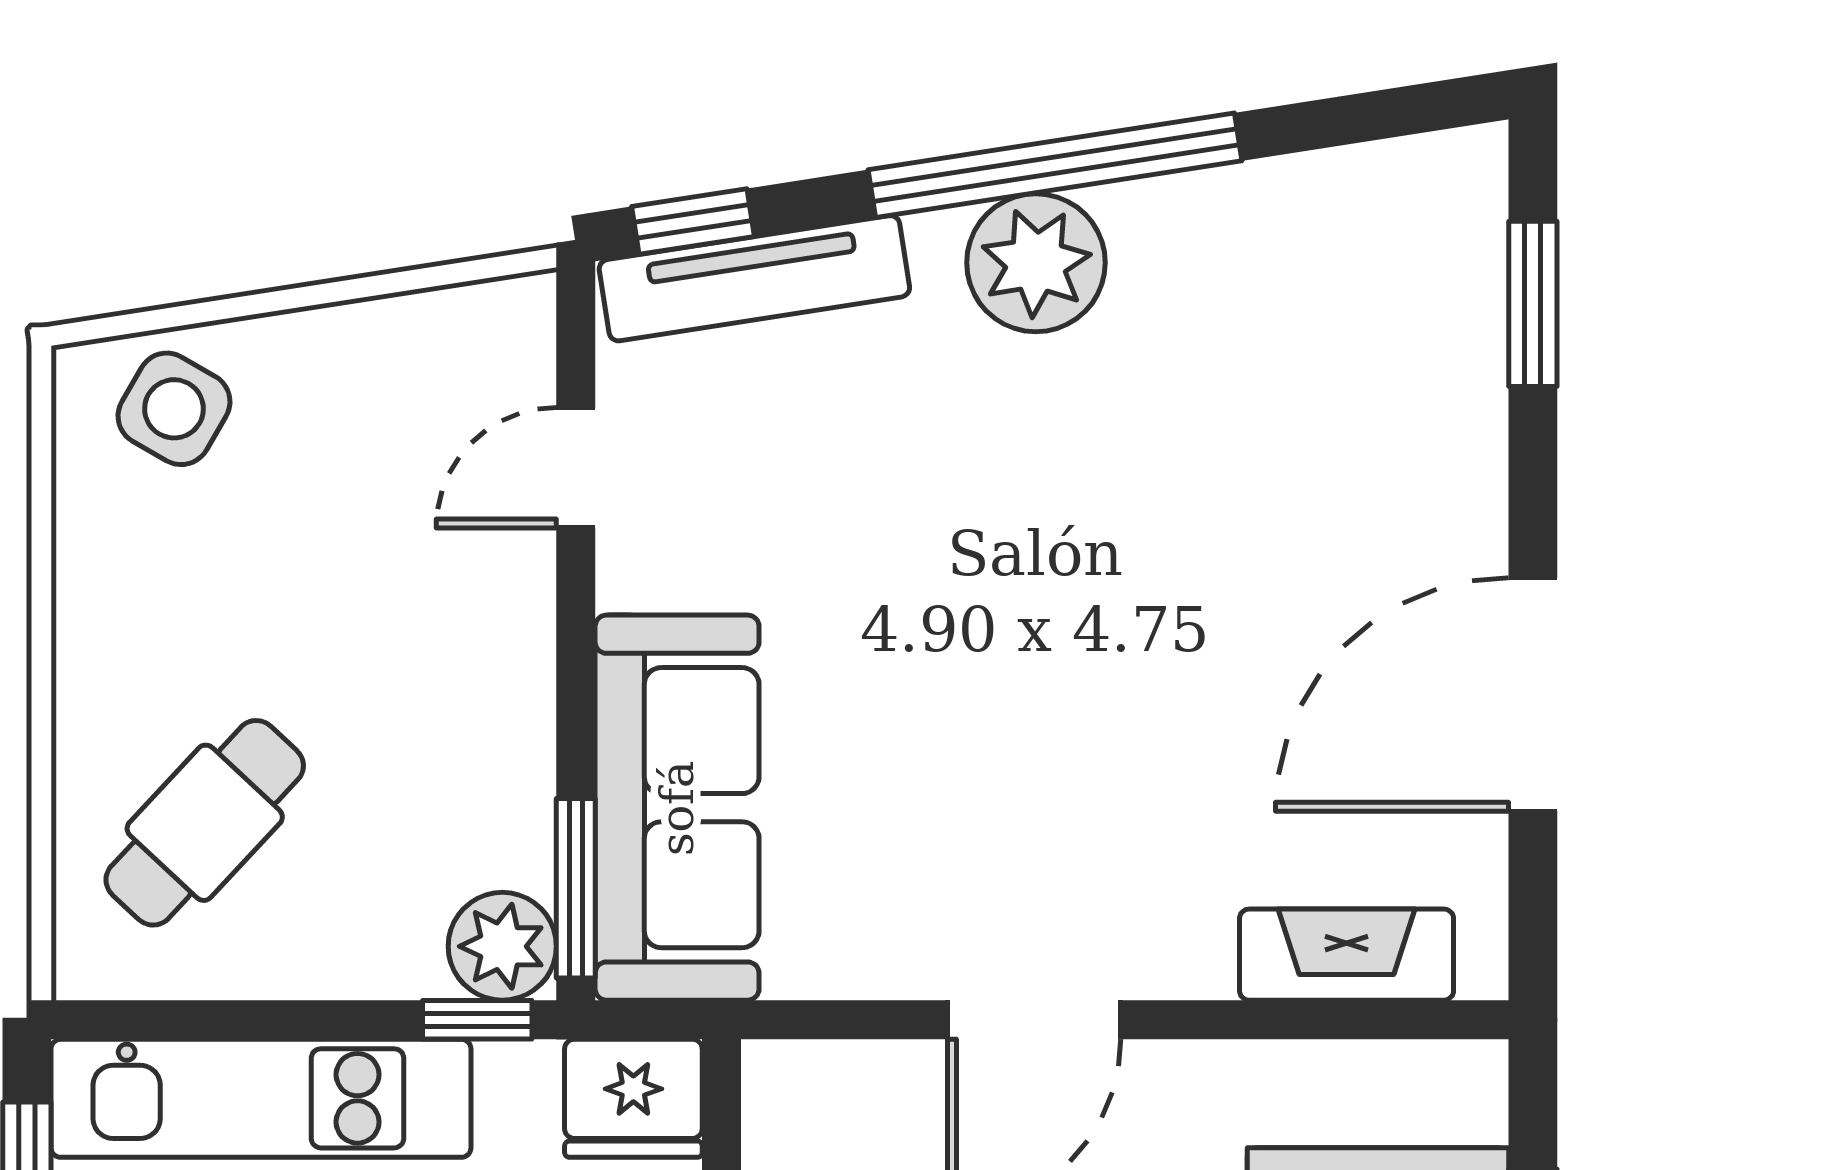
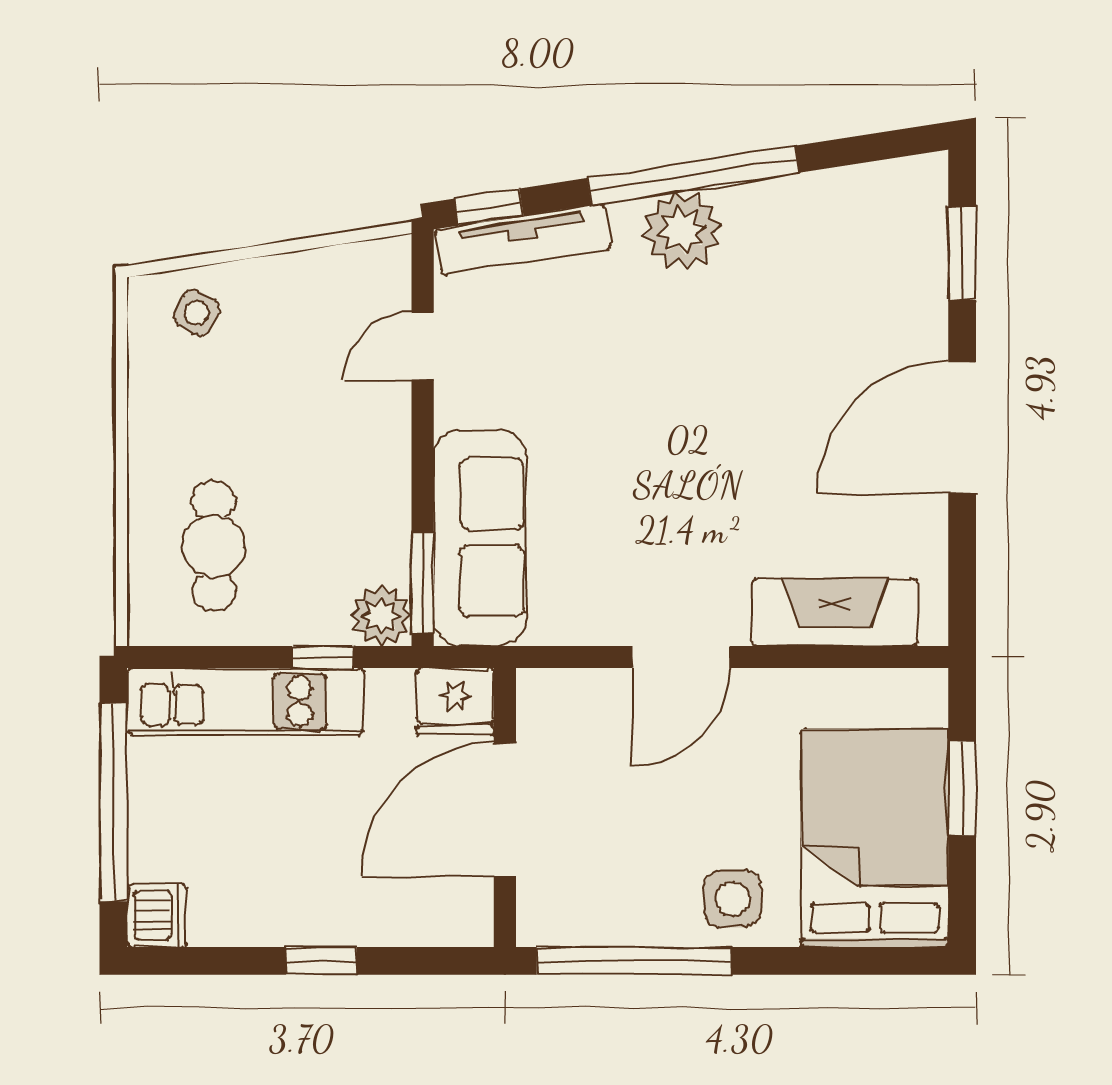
side table: (174, 409) -> (196, 313), width x0.73, depth x0.73
door: (1533, 695) -> (962, 428), moved
cafe table: (205, 823) -> (214, 546), turned -43
fireplace: (1347, 955) -> (835, 612), width x1.37, depth x1.32
window: (477, 1020) -> (323, 657), moved

